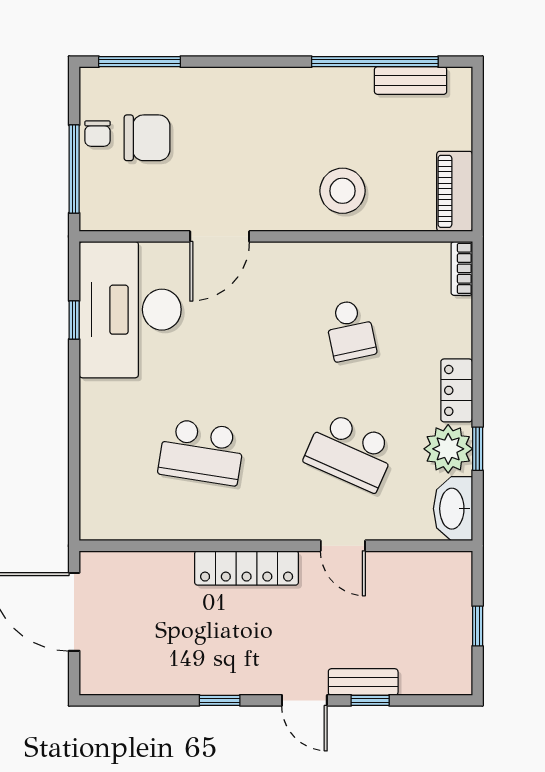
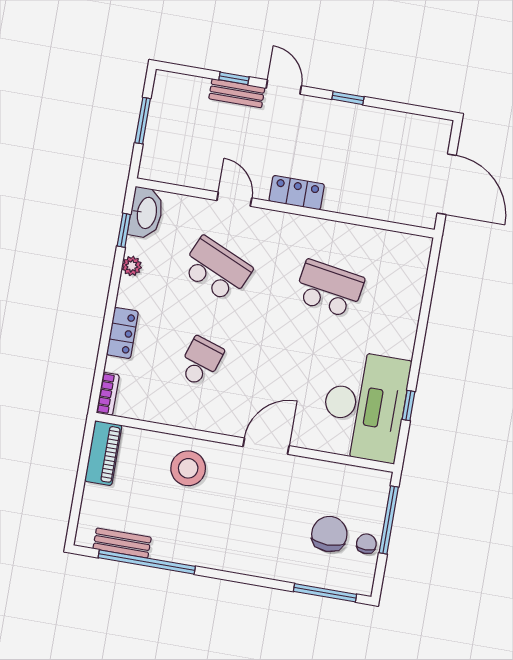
chair: (147, 138) -> (329, 534), turned 90
door: (220, 236) -> (266, 446), moved
school desk: (350, 330) -> (201, 362), turned 30
locker: (457, 390) -> (122, 333), moved
plant: (448, 449) -> (132, 266), width x0.53, depth x0.53
window: (478, 449) -> (124, 230), moved
locker: (247, 568) -> (297, 193), width x0.66
window: (478, 626) -> (143, 121), width x1.50

